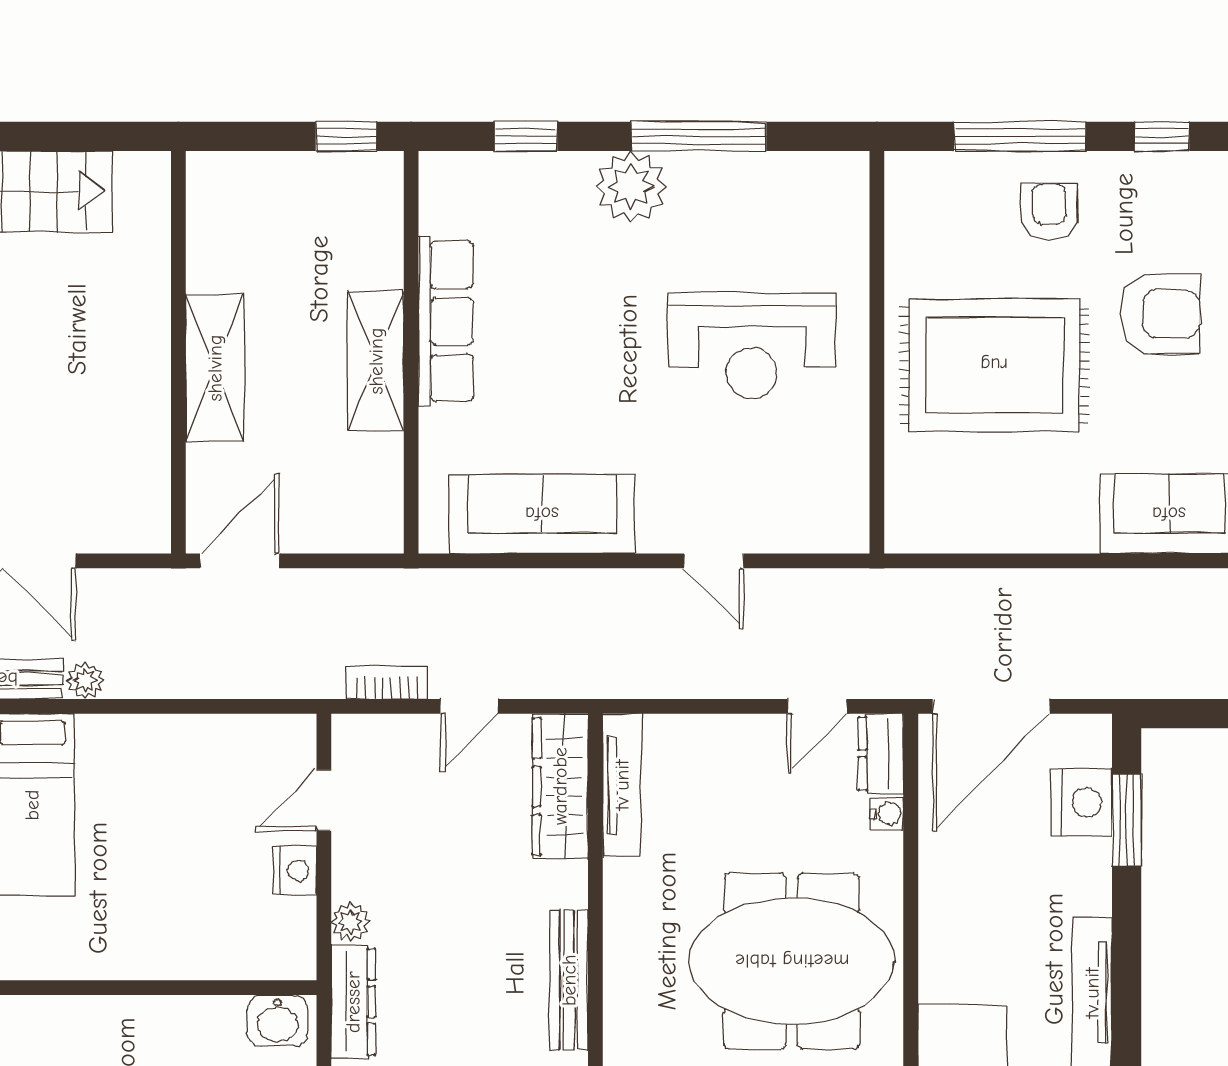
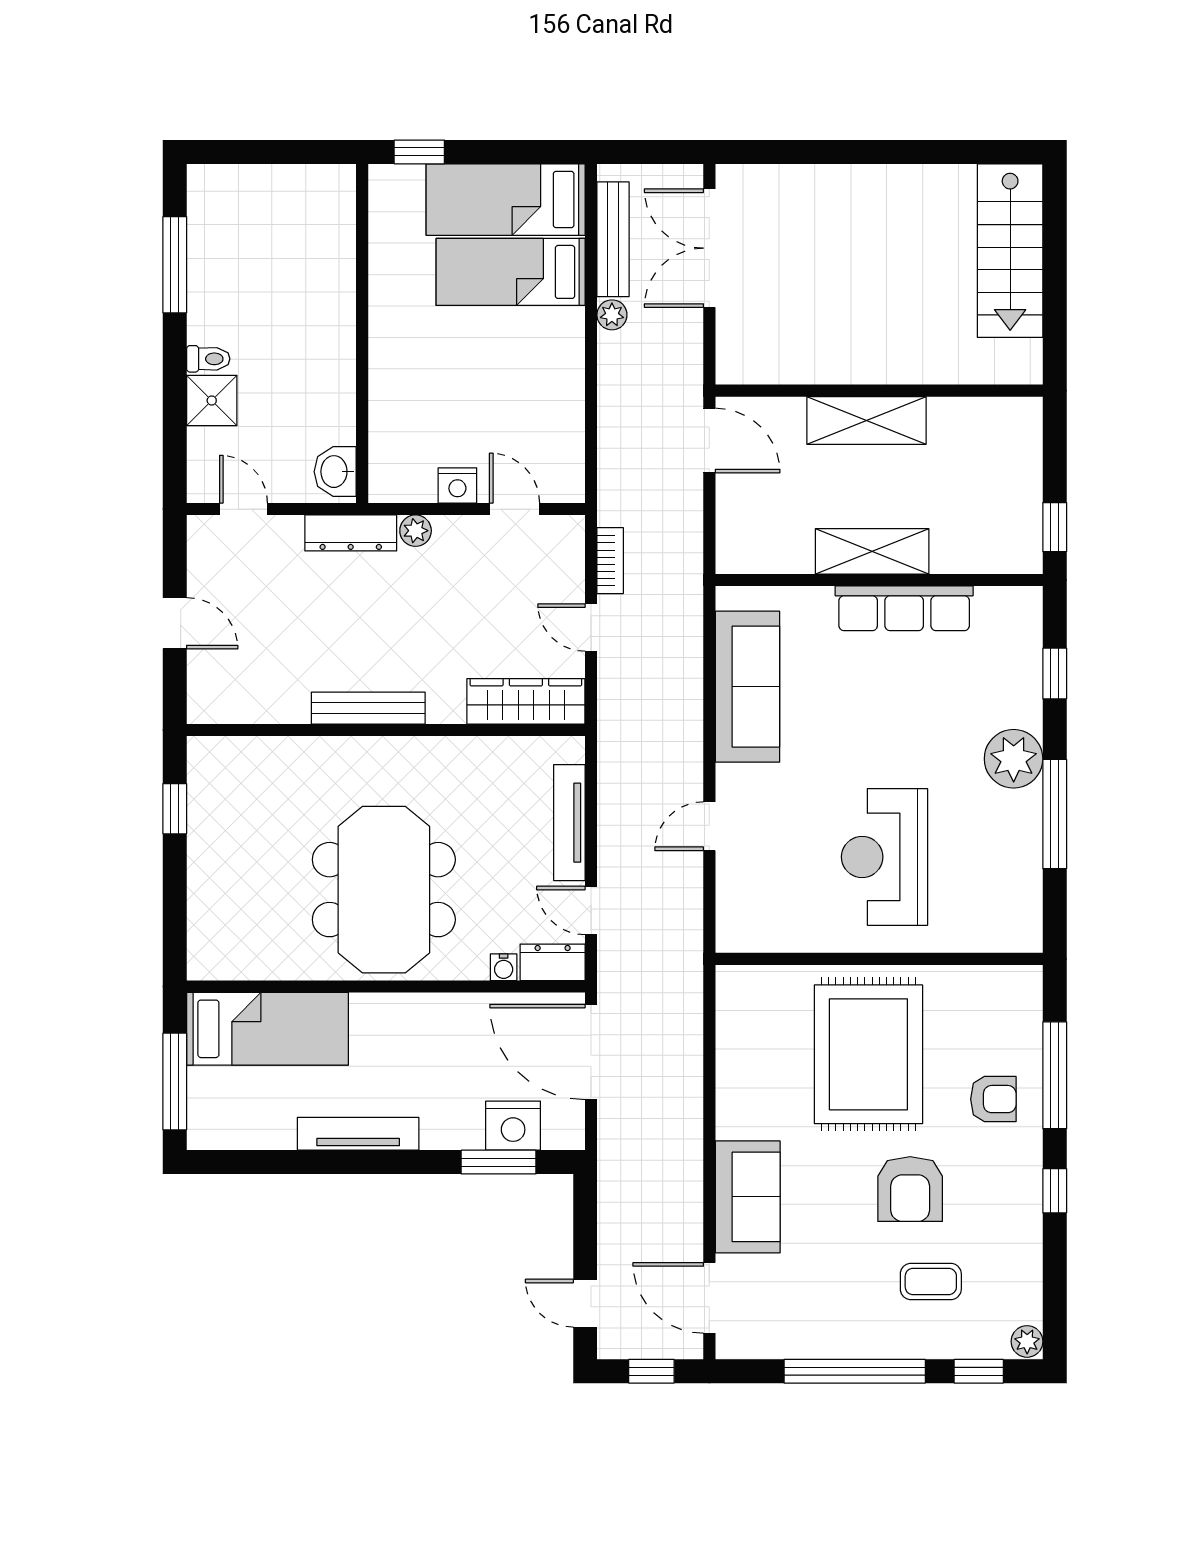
tv unit: (622, 785) -> (569, 823), moved, turned 90

